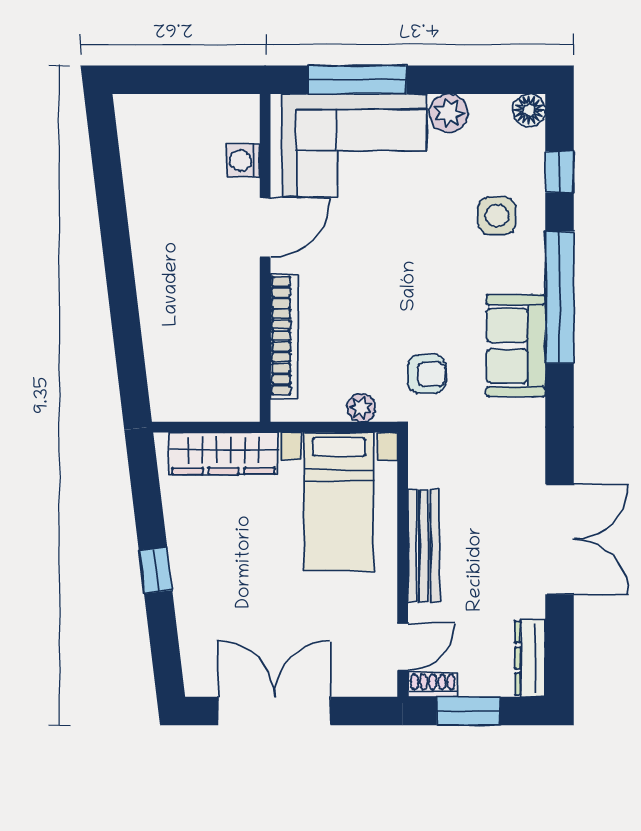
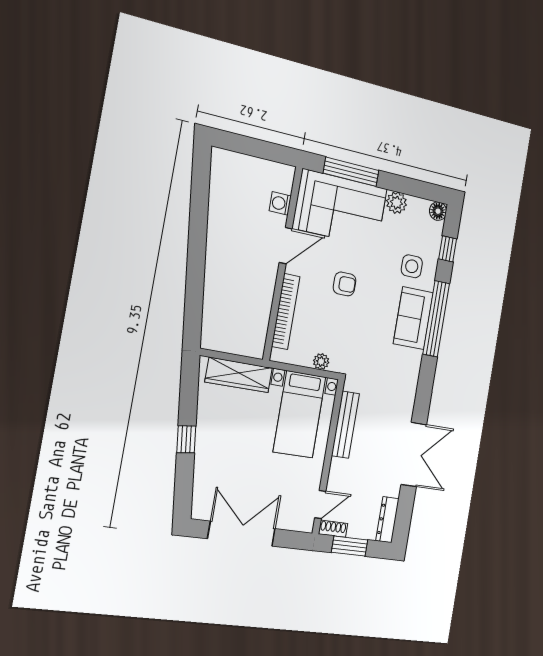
sofa: (516, 346) -> (413, 318), moved
armchair: (427, 374) -> (345, 284), moved
bench: (424, 546) -> (345, 425), moved

